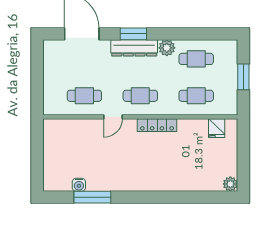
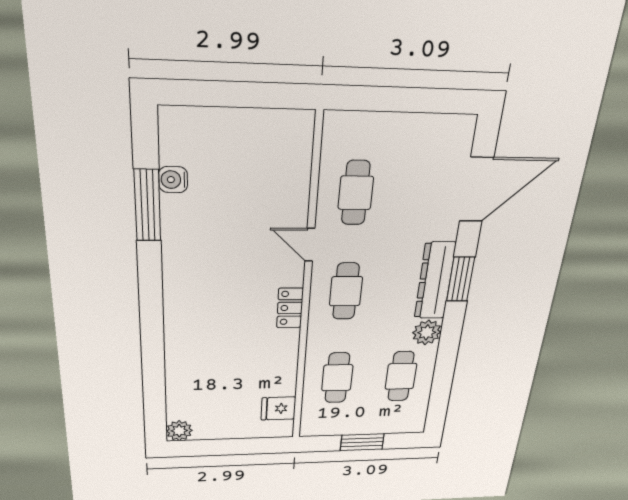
locker: (157, 125) -> (290, 308), width x0.66

